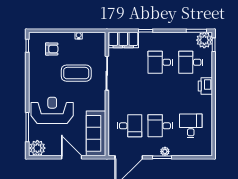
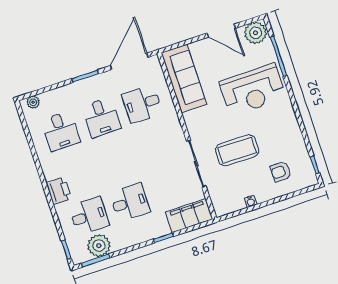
plant: (204, 40) -> (99, 246), moved
desk: (160, 126) -> (101, 117), turned 90
plant: (165, 151) -> (33, 102), moved
door: (72, 157) -> (221, 31), moved

